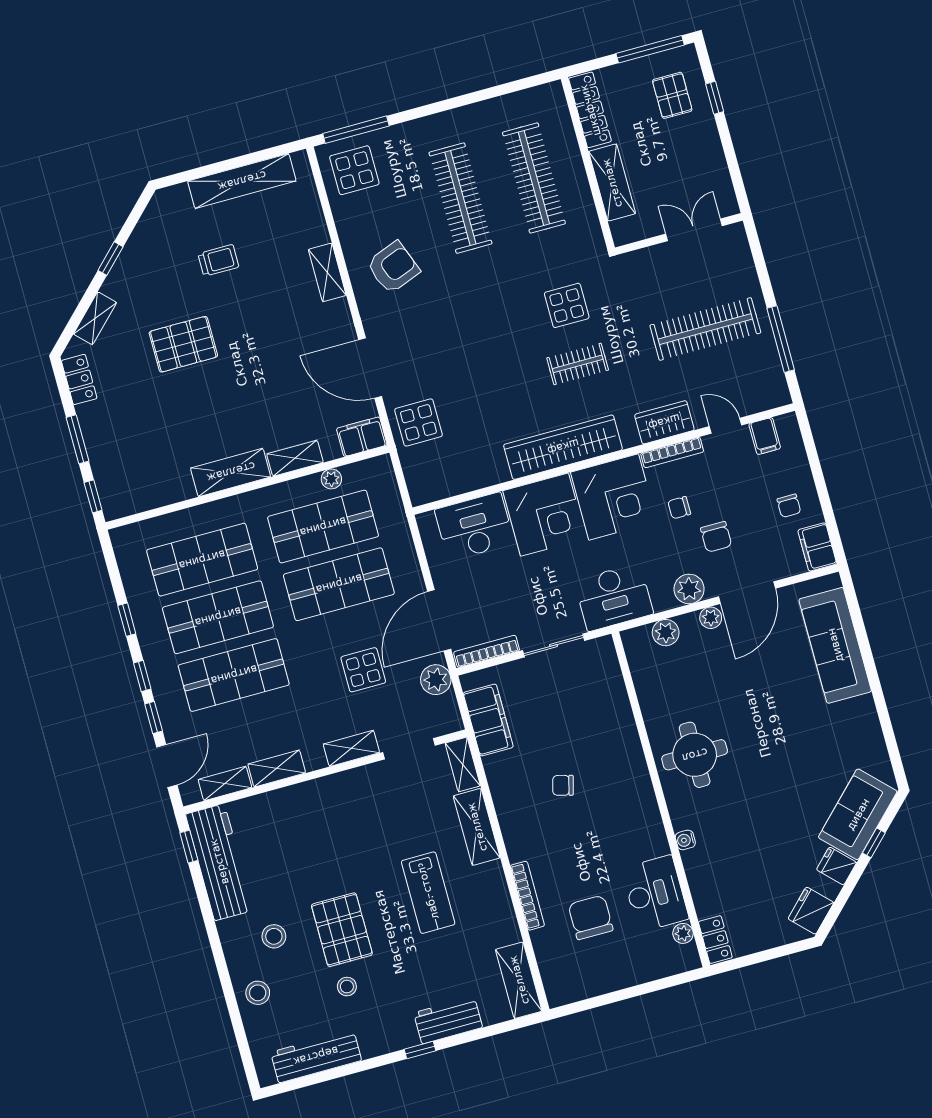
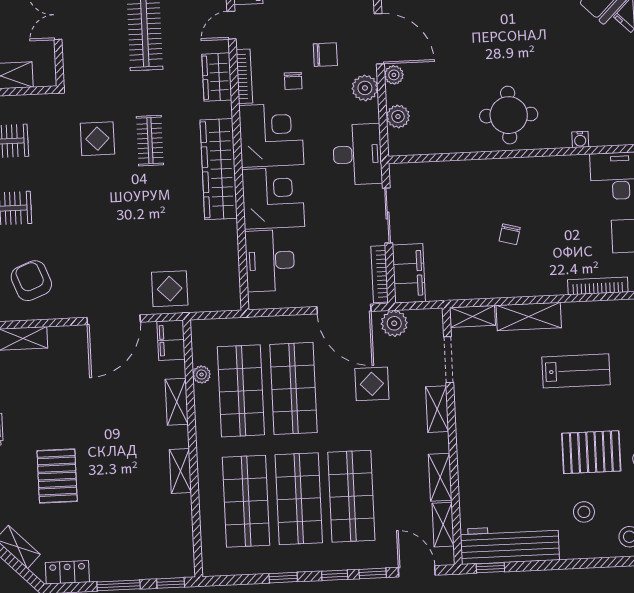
shelving: (231, 472) -> (180, 471), width x0.67, depth x0.75
filing cabinet: (488, 720) -> (409, 273), moved, turned 90

